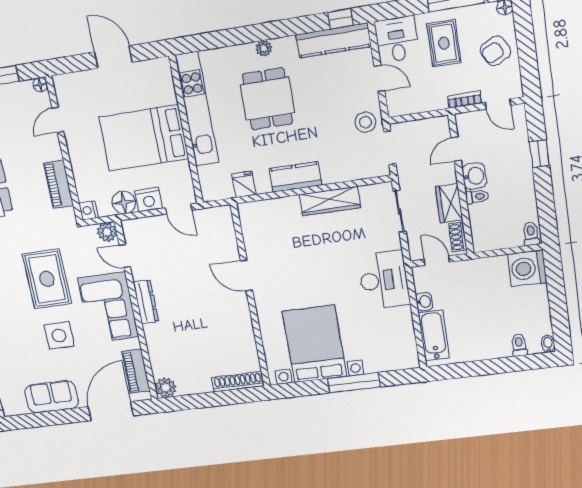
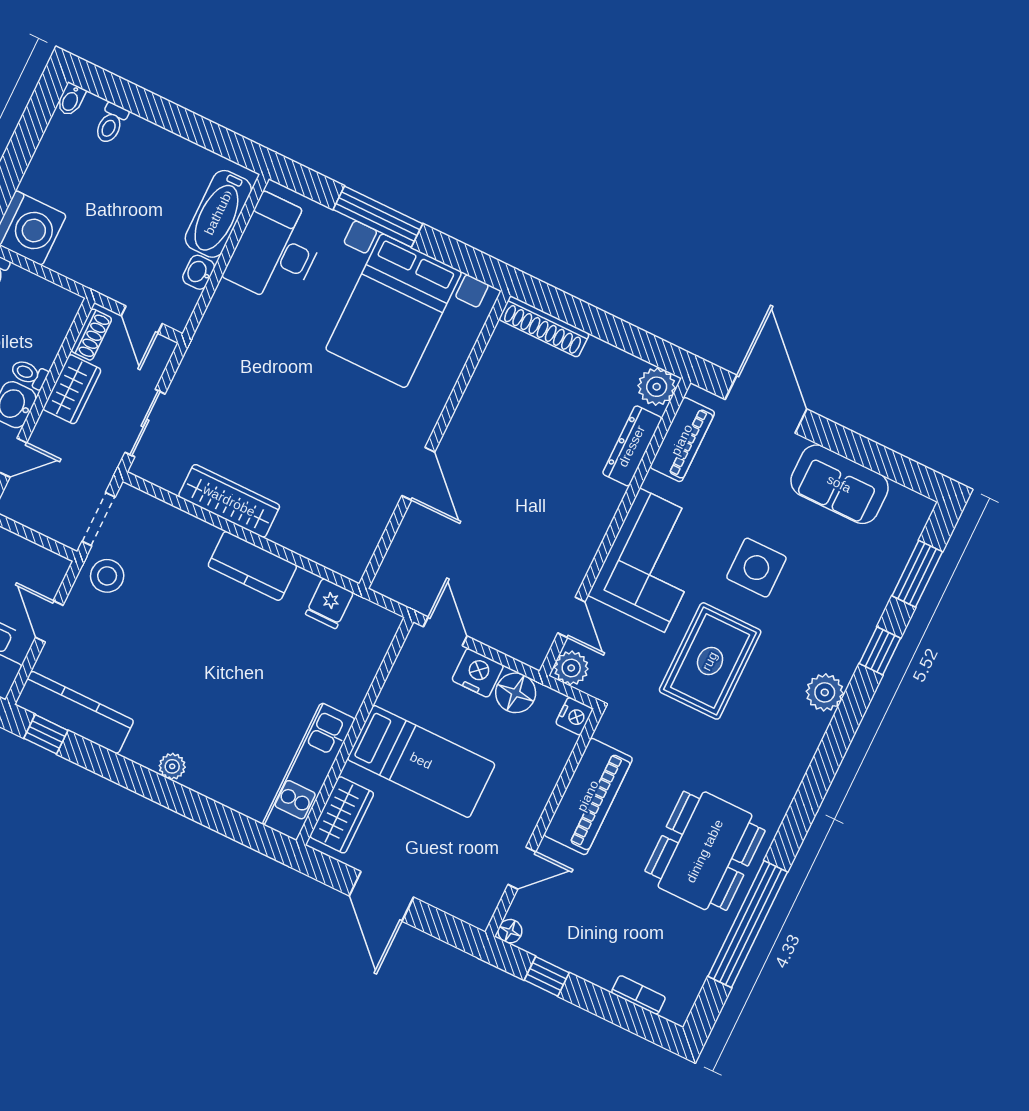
wardrobe: (162, 84) -> (342, 815), added
dining table: (267, 99) -> (215, 697), removed
kitchen unit: (197, 109) -> (309, 772), width x0.73
bed: (144, 138) -> (421, 761), width x0.67
piano: (59, 184) -> (588, 796), width x1.37, depth x1.33
desk: (384, 280) -> (276, 250), moved
dresser: (146, 302) -> (632, 446), moved
door: (111, 411) -> (766, 404), swing flipped

